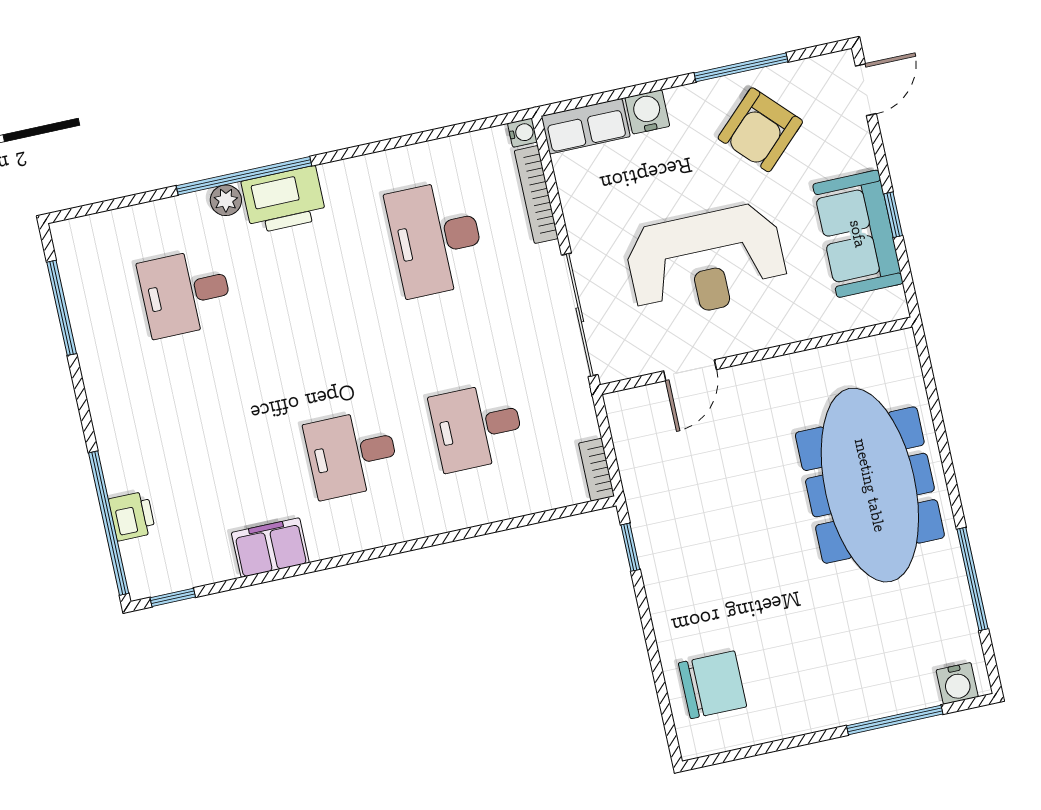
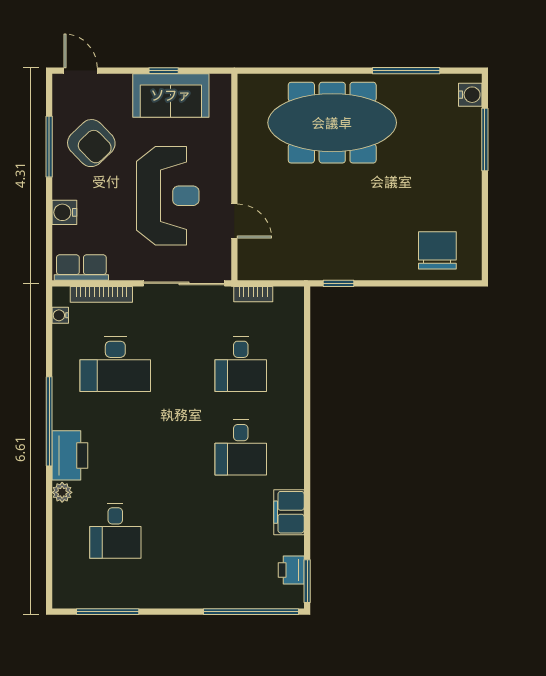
row of seats: (586, 126) -> (81, 268), moved, turned -90
water cooler: (522, 133) -> (60, 315), moved, turned -90
window: (244, 176) -> (49, 421), moved
bookcase: (596, 470) -> (253, 294), moved
printer: (132, 516) -> (291, 570), moved, turned -90
window: (173, 597) -> (307, 581), width x1.50

